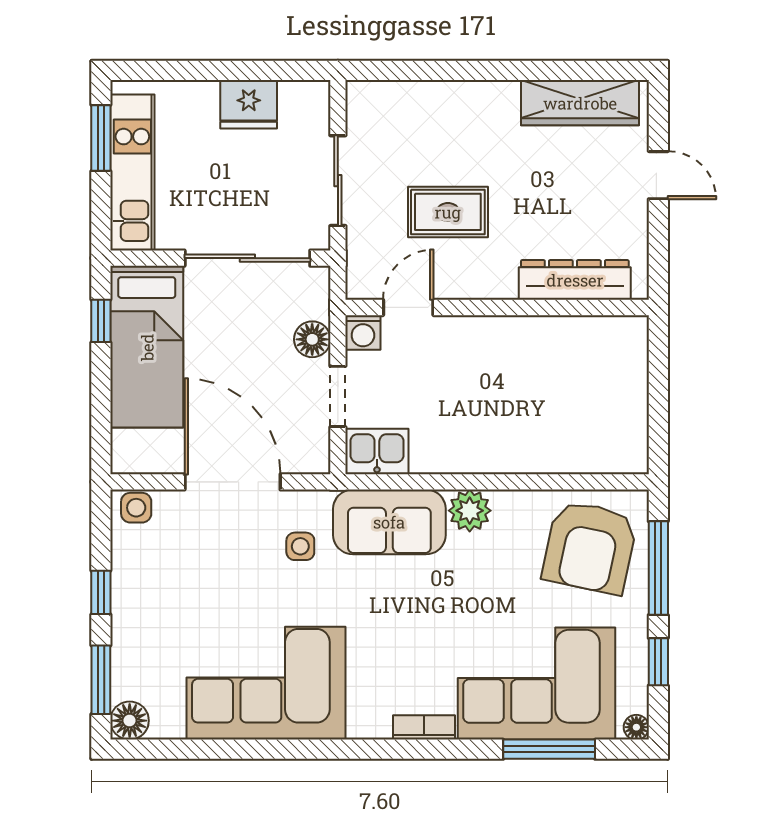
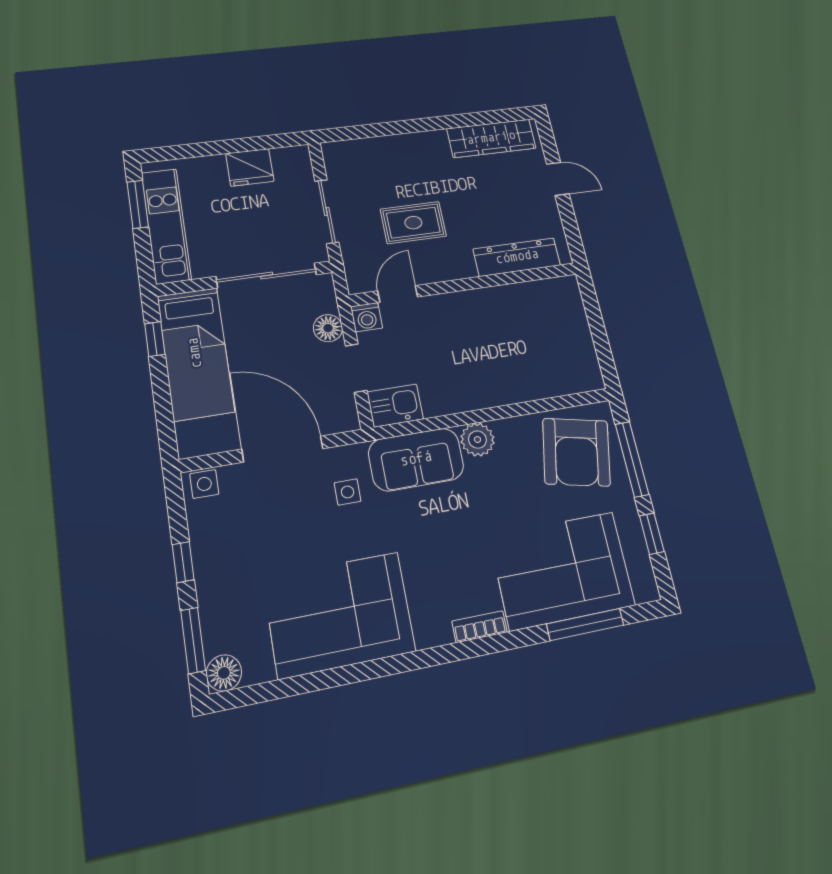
floor lamp: (636, 727) -> (649, 591), removed

